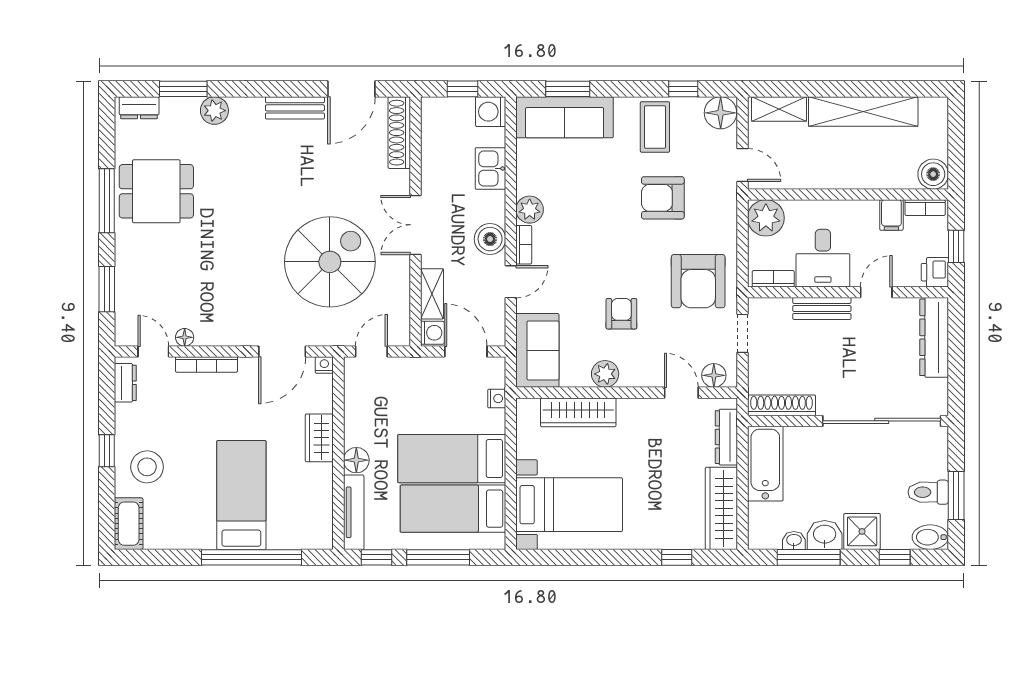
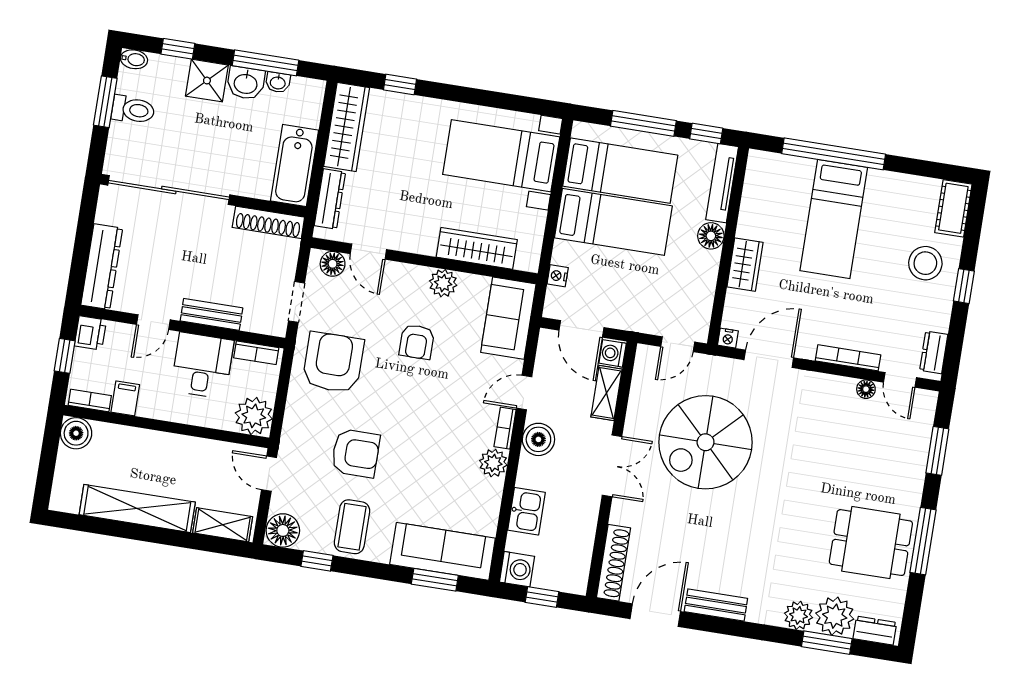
plant: (180, 115) -> (835, 616), added
bidet: (930, 537) -> (134, 59), width x0.72, depth x0.74

